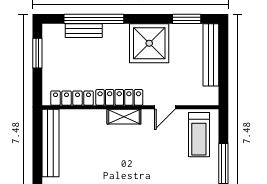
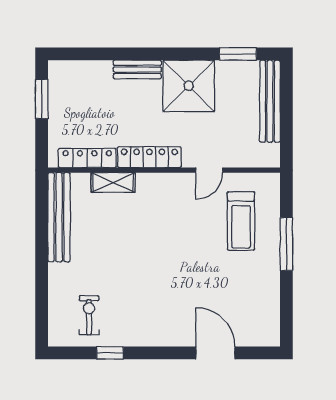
window: (94, 19) -> (116, 54), removed
bench: (84, 31) -> (137, 69), moved
shelving: (124, 117) -> (113, 182), moved
treadmill: (199, 135) -> (241, 221), moved

